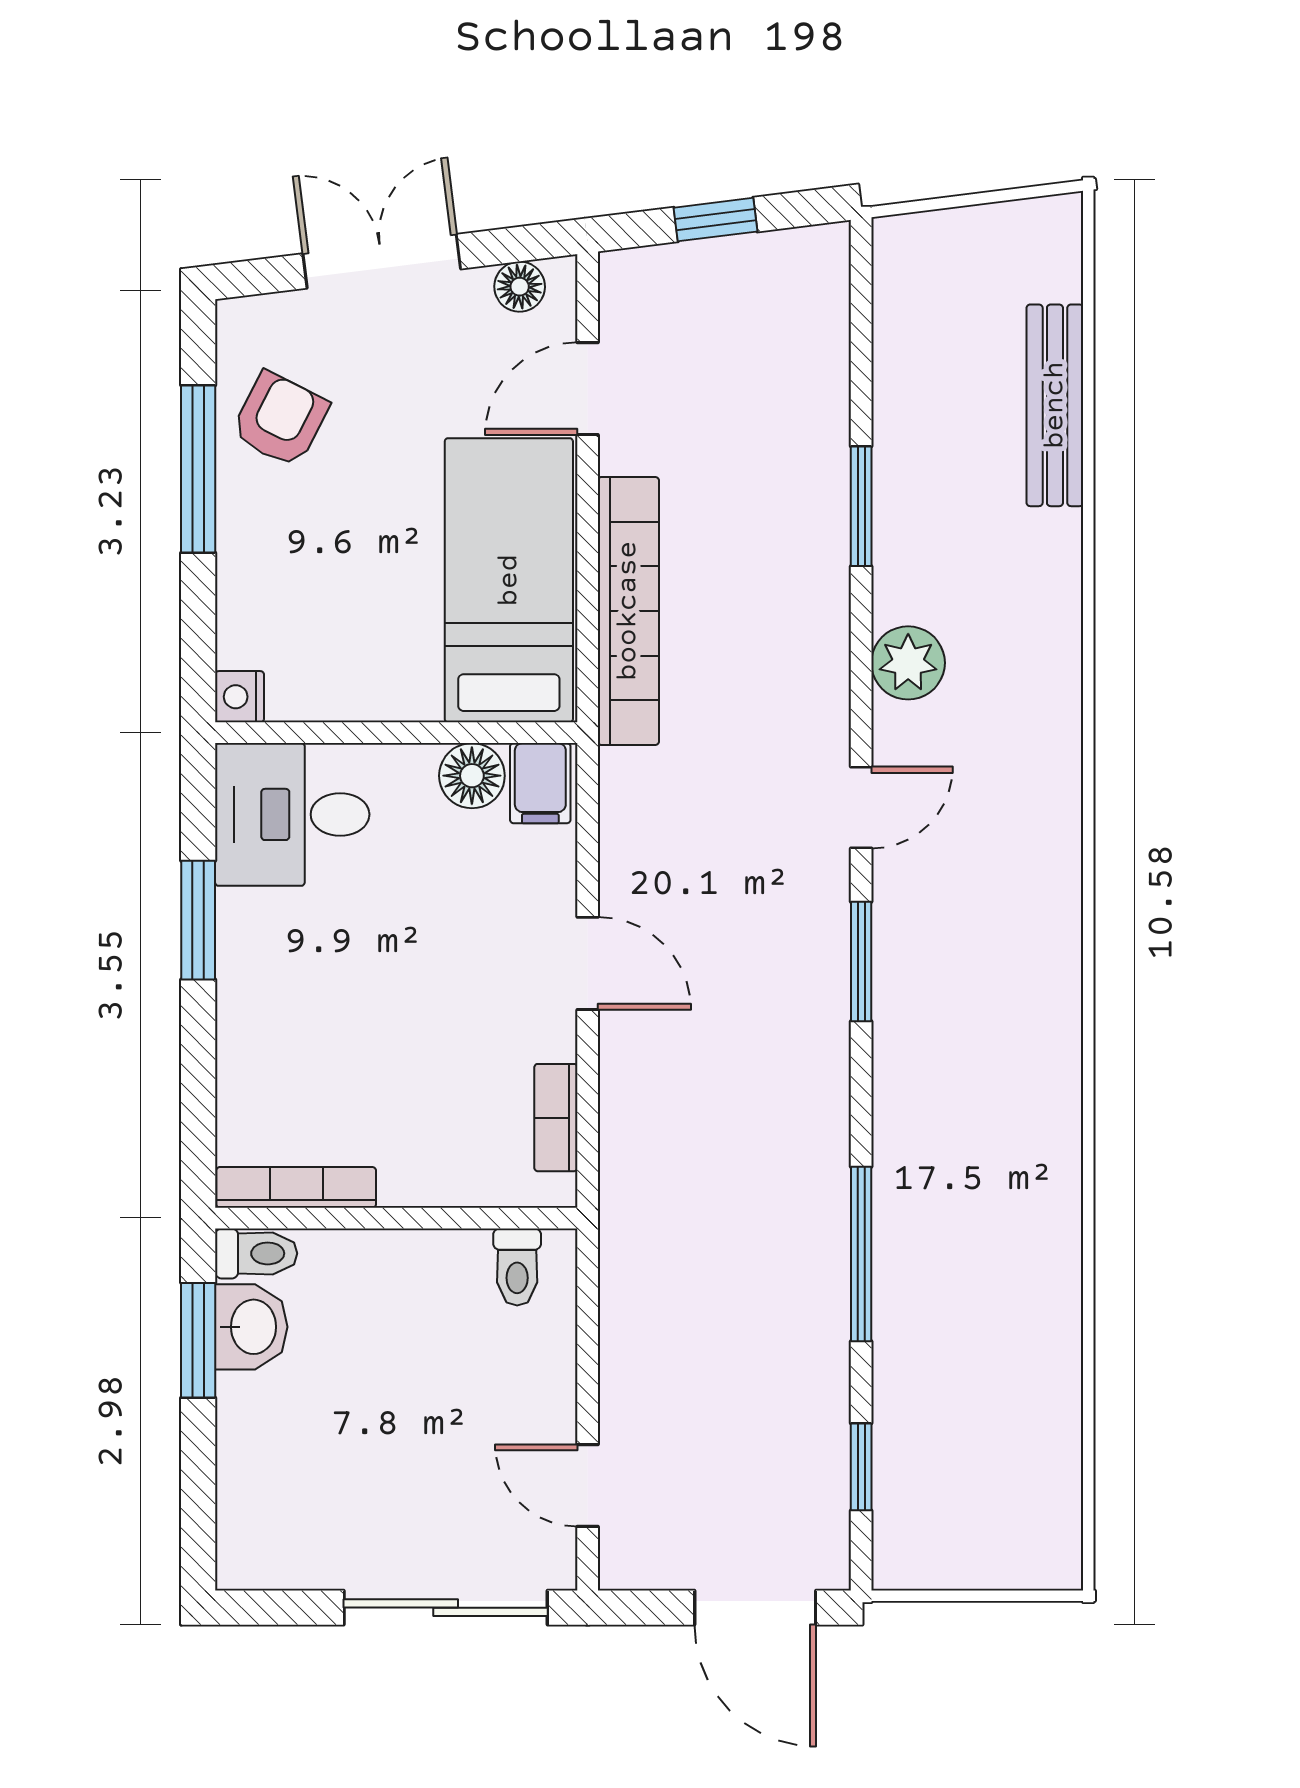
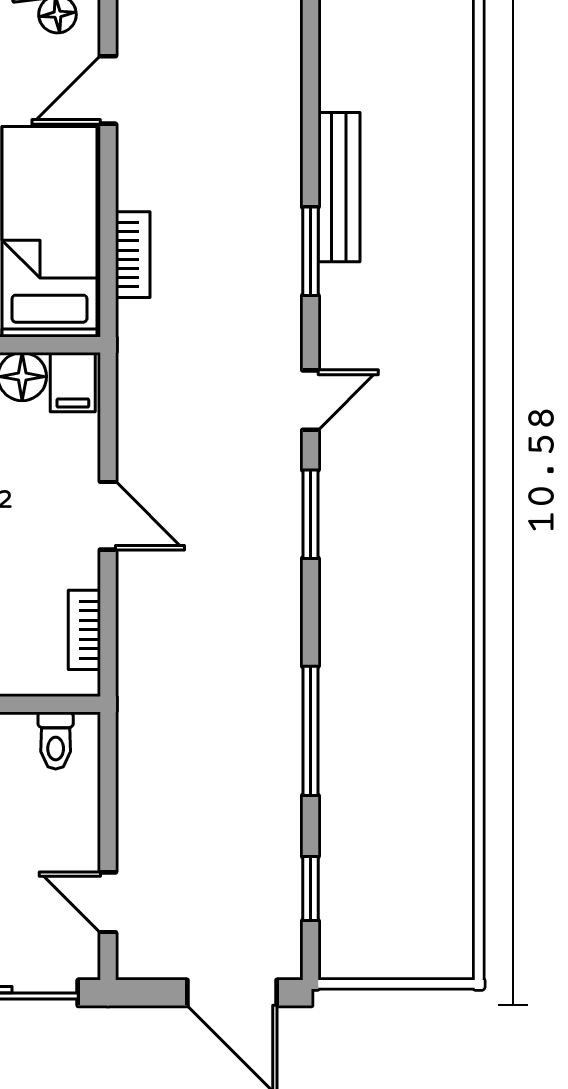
bench: (1055, 405) -> (339, 187), moved
window: (861, 506) -> (310, 251), moved
bookcase: (628, 611) -> (133, 255), width x0.43, depth x0.76
plant: (908, 663) -> (345, 293), removed

